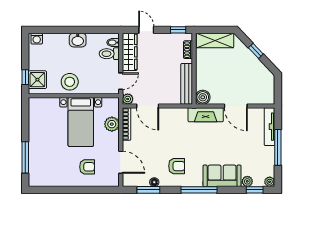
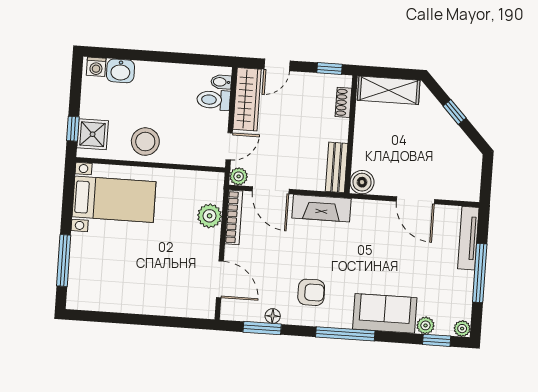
door: (146, 30) -> (277, 65), swing flipped
washbasin: (78, 40) -> (120, 71), moved
bench: (187, 84) -> (337, 167), width x0.73
fireplace: (206, 115) -> (322, 208), moved
bed with nightstands: (81, 122) -> (114, 199), moved, turned -90
armchair: (87, 167) -> (164, 283), removed

